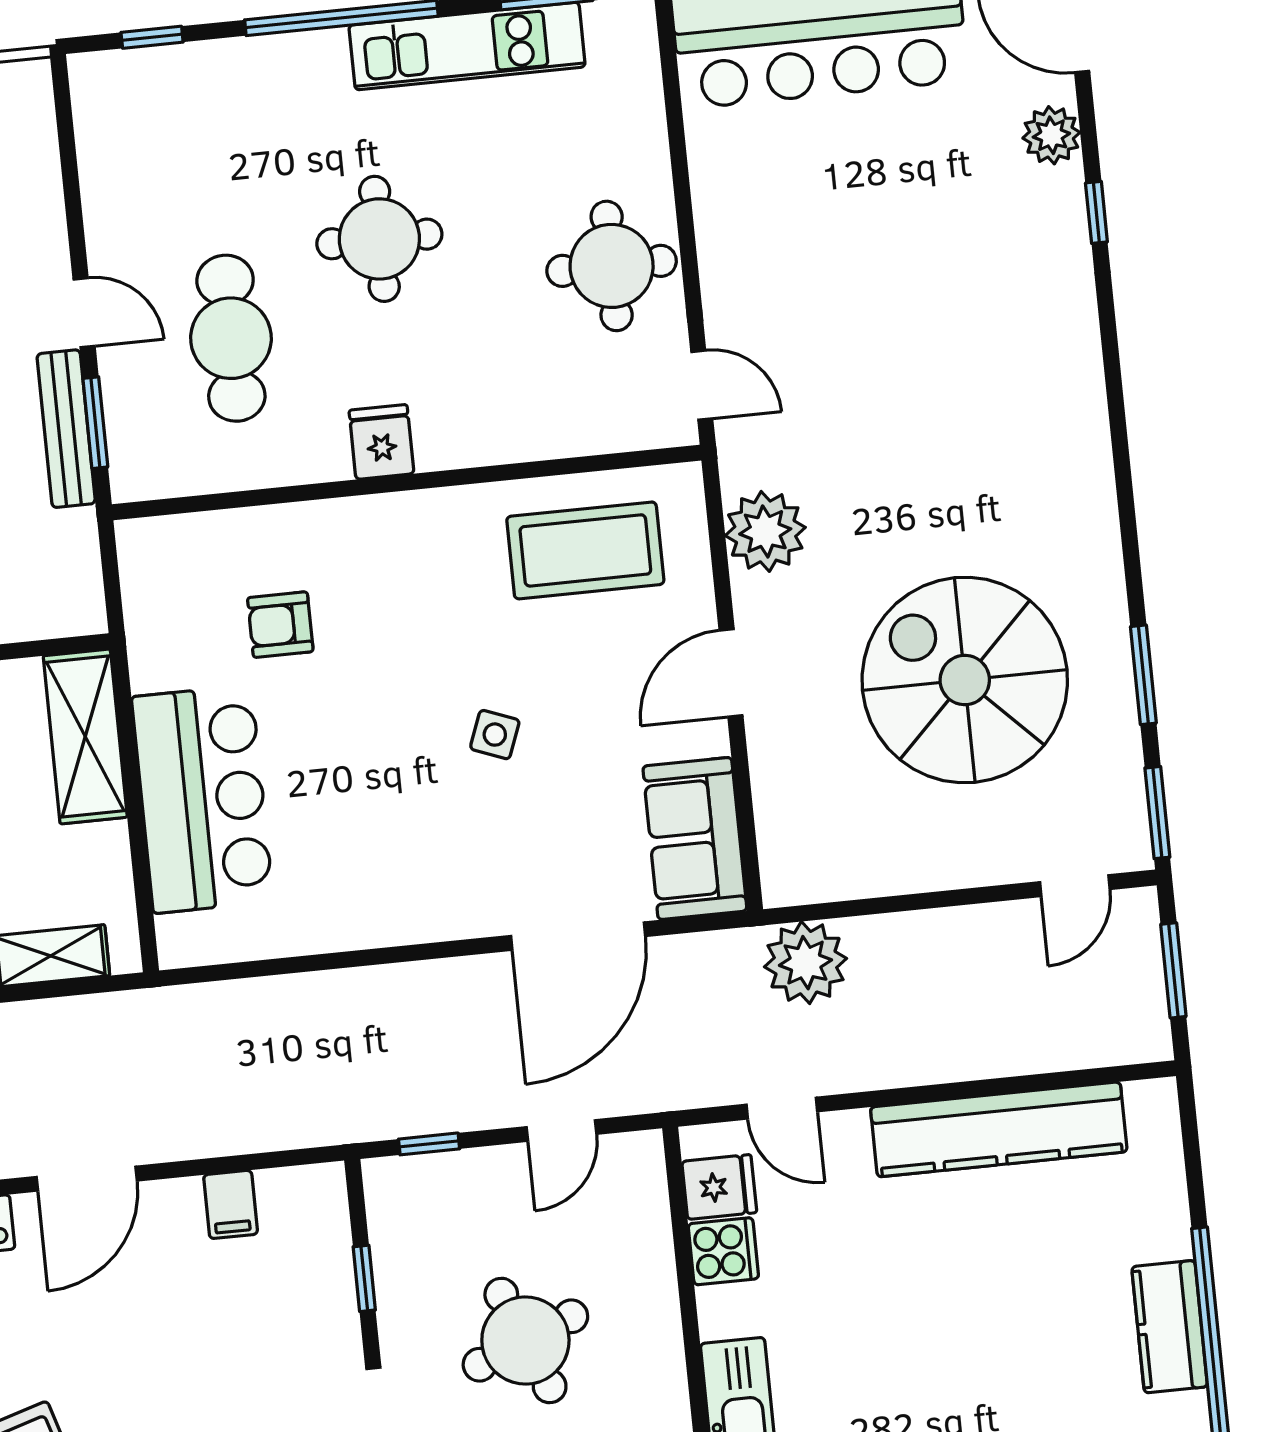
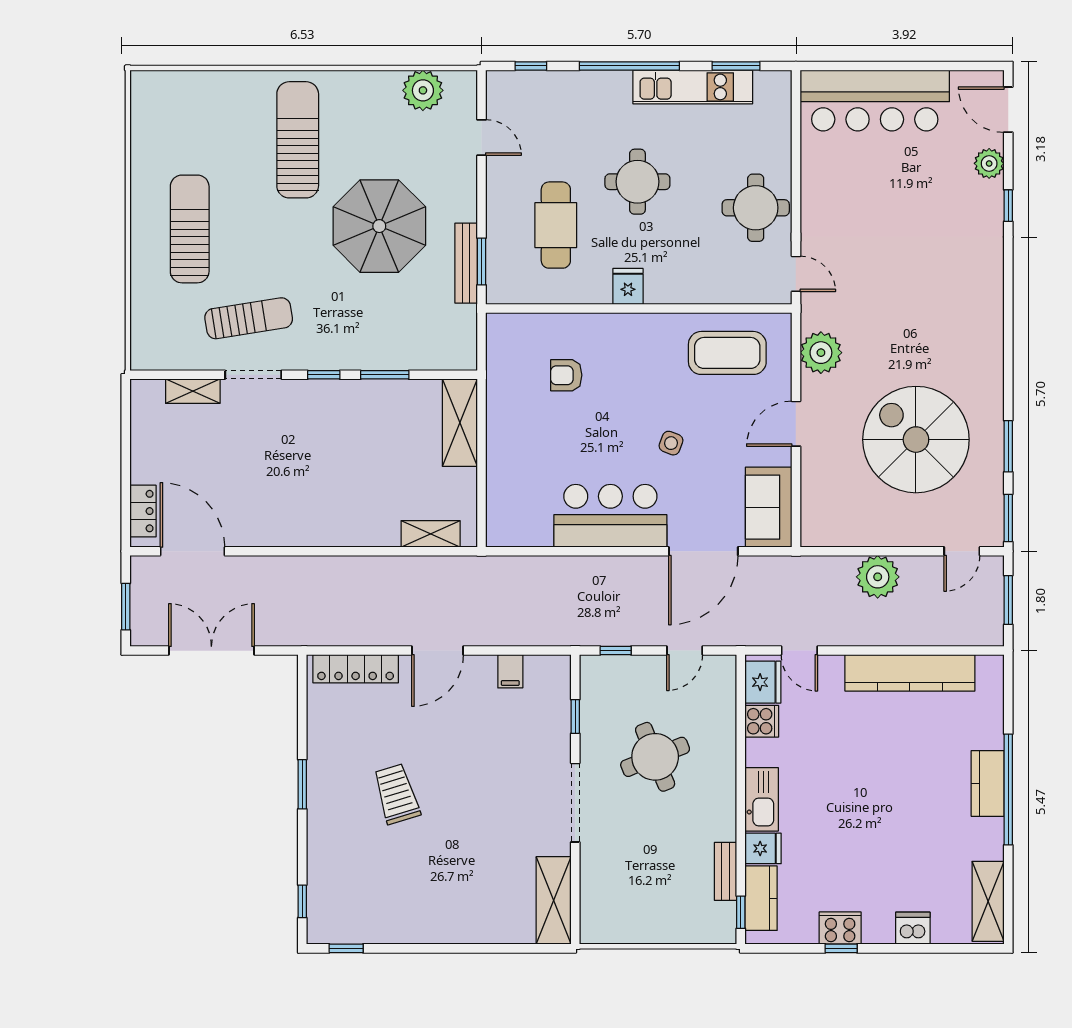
door: (84, 313) -> (482, 137), moved
bar counter: (202, 799) -> (610, 516), moved, turned -90
plant: (805, 963) -> (878, 577), moved
fridge: (719, 1187) -> (763, 682), width x1.38

